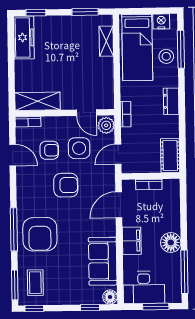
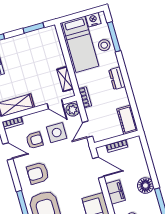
shelving: (106, 41) -> (65, 79), moved
armchair: (66, 185) -> (38, 173), moved, turned 180
door: (119, 205) -> (98, 168), swing flipped

